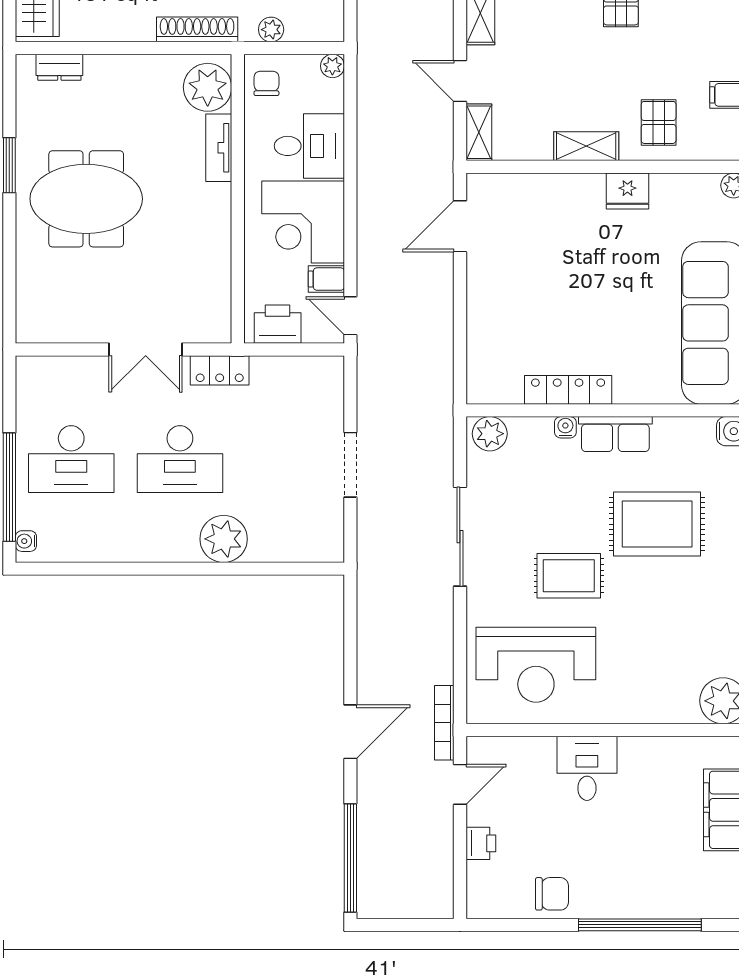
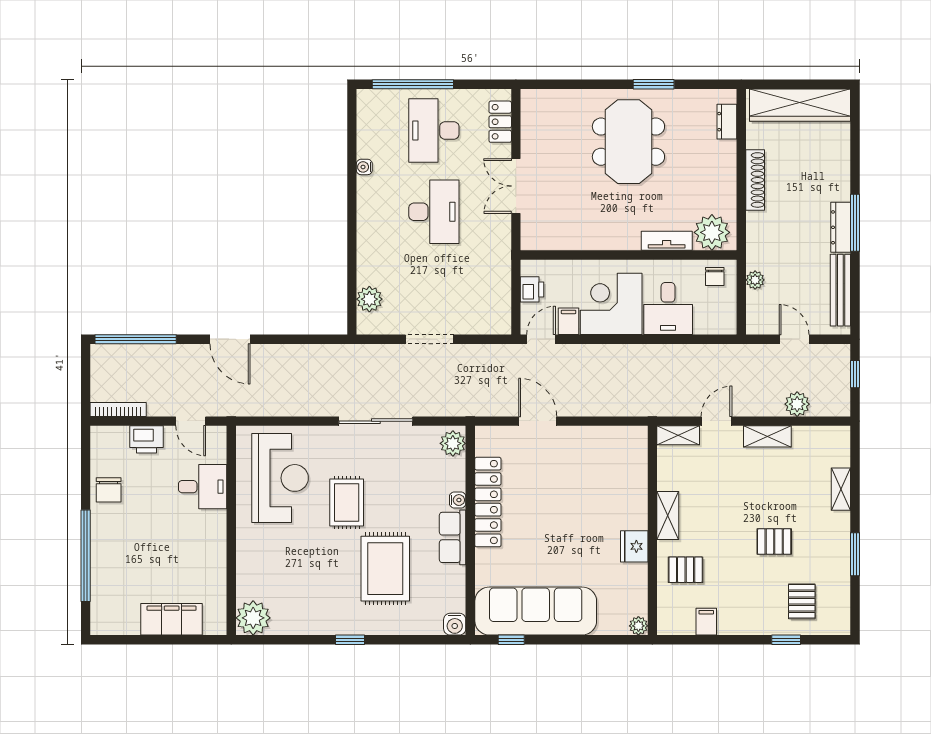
shoe rack: (197, 29) -> (755, 180), moved
plant: (332, 66) -> (728, 326), removed
chair: (266, 83) -> (715, 276), turned 90
door: (460, 226) -> (538, 421), moved
printer: (278, 324) -> (532, 289), width x0.73, depth x0.81
locker: (220, 370) -> (500, 122), moved
locker: (568, 390) -> (488, 502), width x1.41, depth x1.21
desk: (180, 459) -> (434, 212), turned 180
plant: (224, 539) -> (369, 299), moved, width x0.73, depth x0.73
water cooler: (26, 541) -> (364, 167), moved, turned -90
reception desk: (536, 665) -> (280, 478), turned 180
bookcase: (444, 723) -> (118, 409), moved
desk: (587, 768) -> (203, 487), moved
printer: (481, 843) -> (147, 439), width x1.36, depth x1.24

